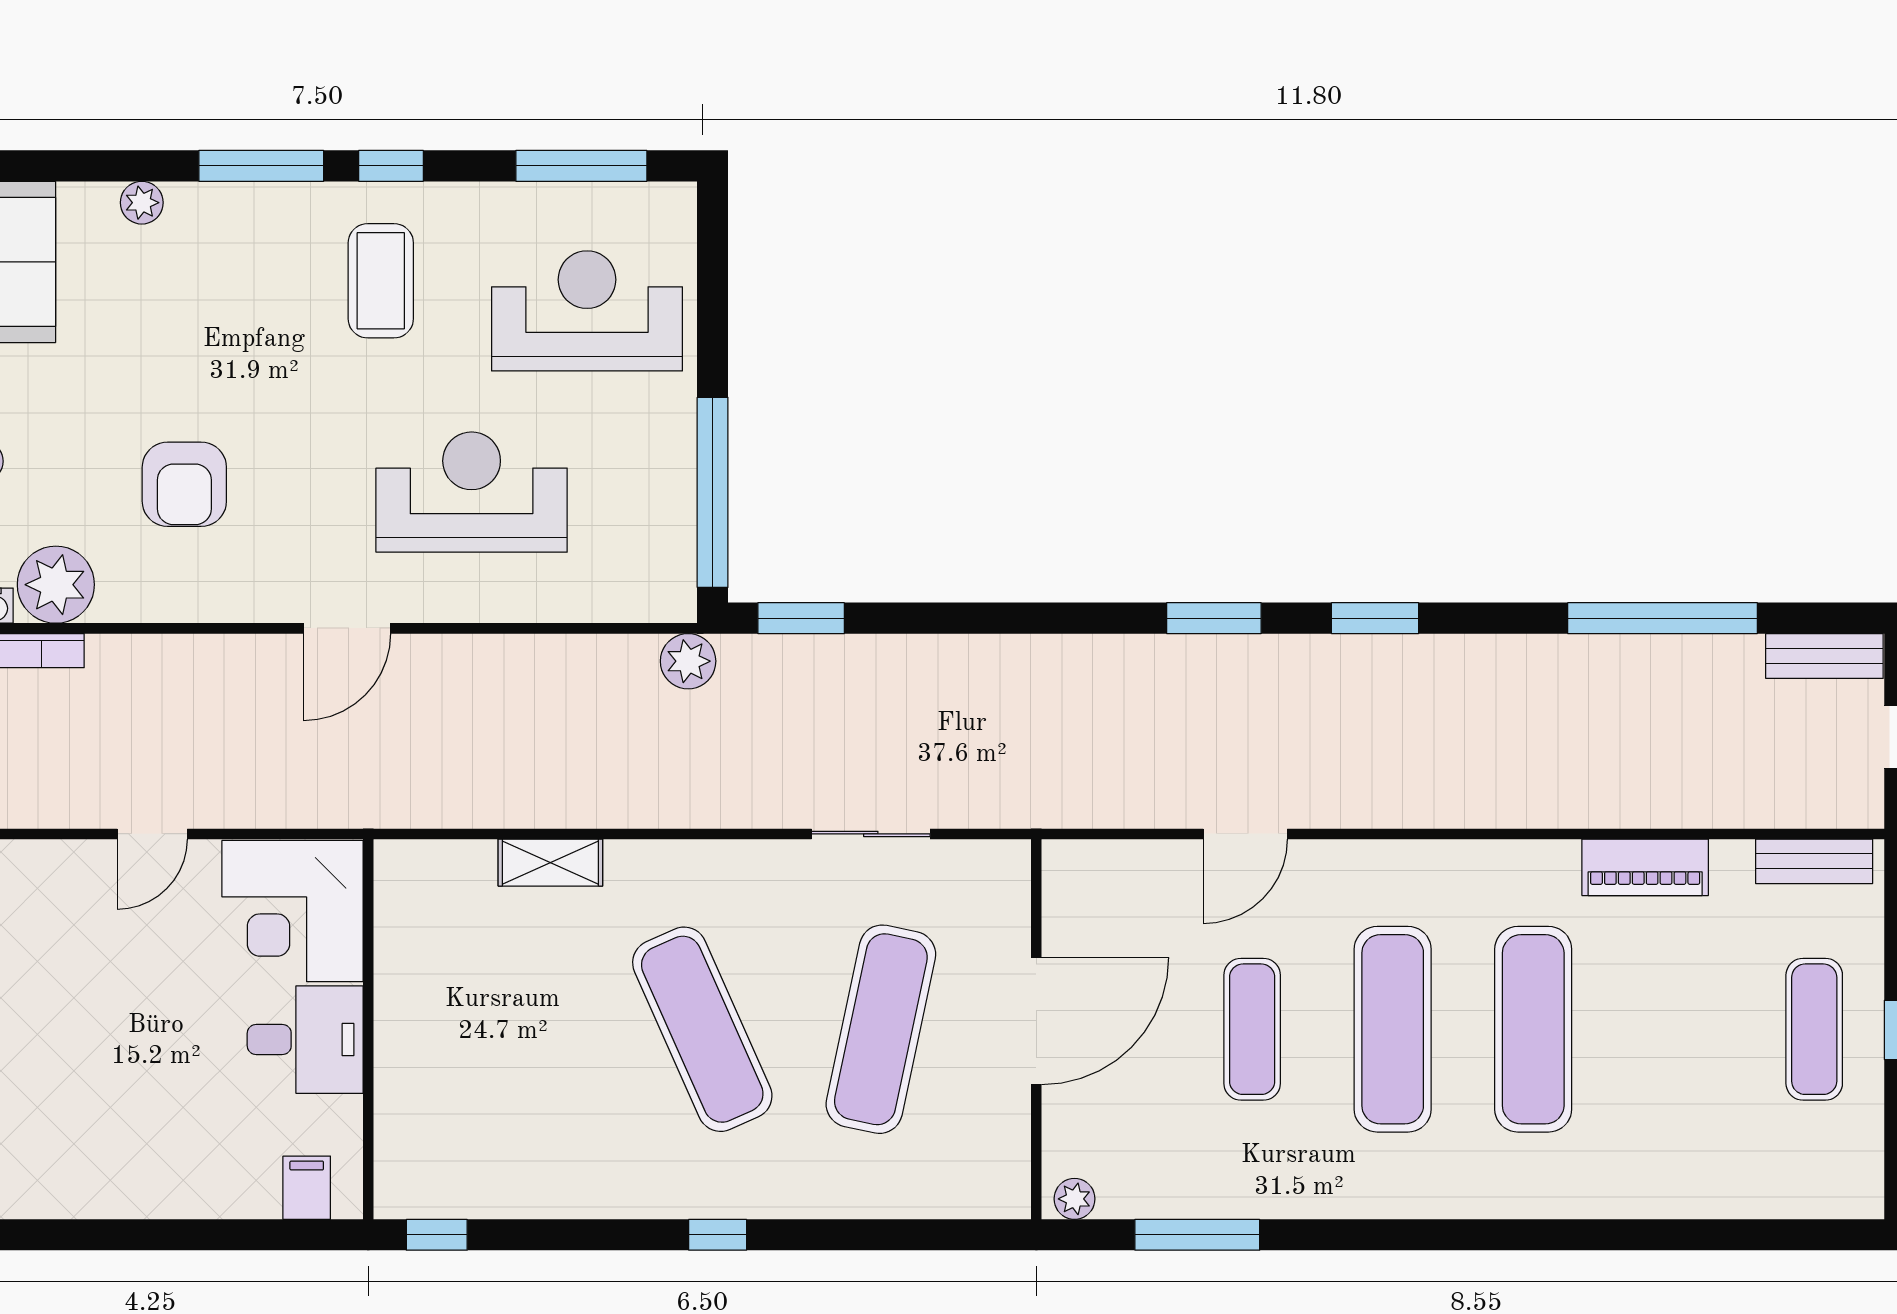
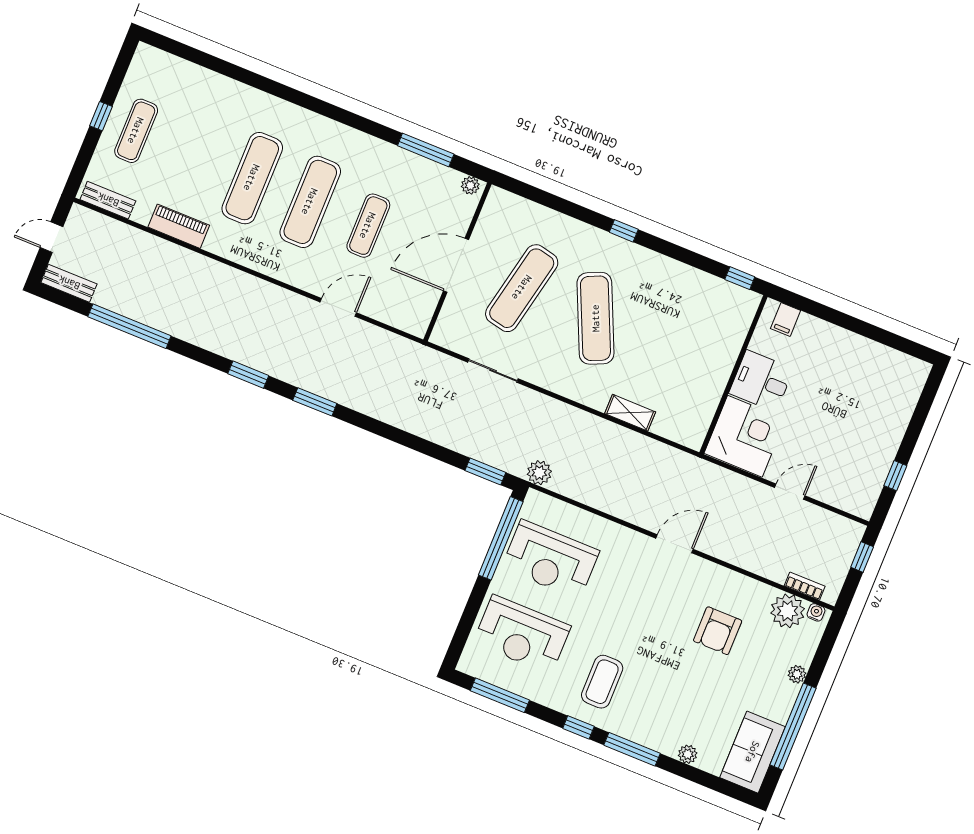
armchair: (184, 484) -> (718, 631), turned 180
reception desk: (472, 492) -> (550, 559), moved

